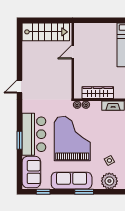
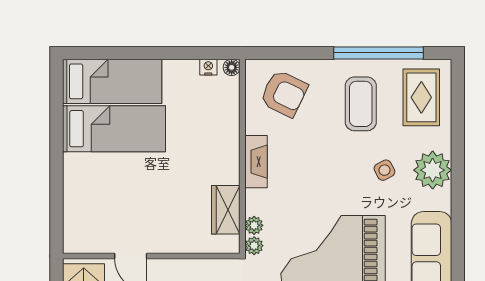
wardrobe: (98, 93) -> (226, 210), width x0.67
window: (84, 192) -> (458, 229), removed

